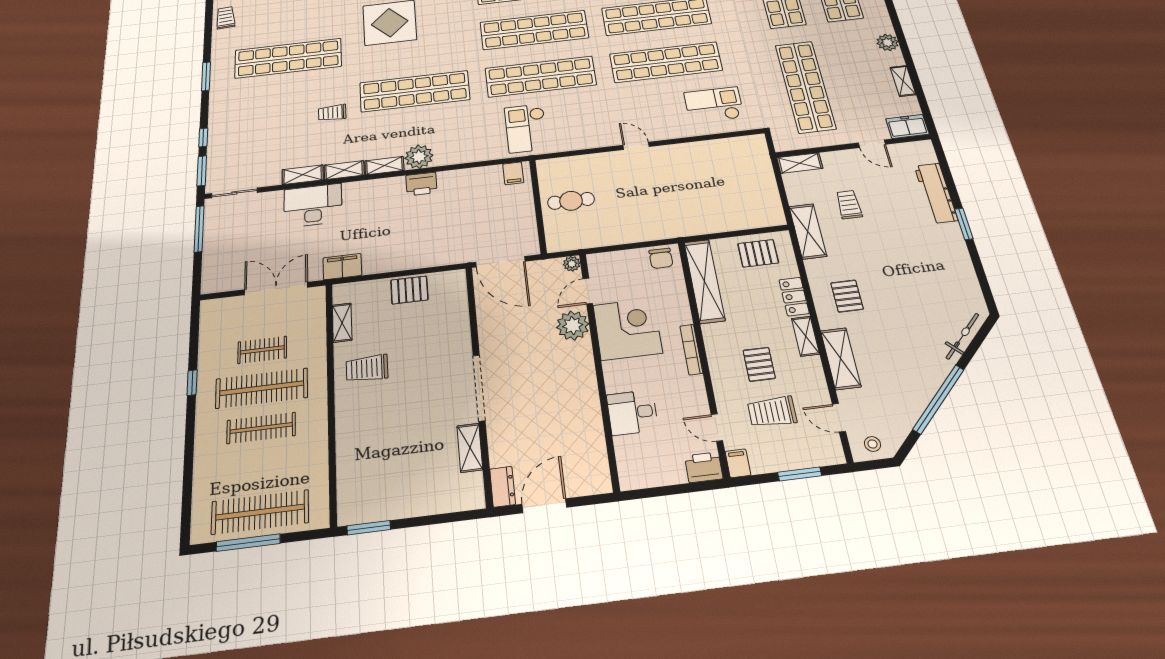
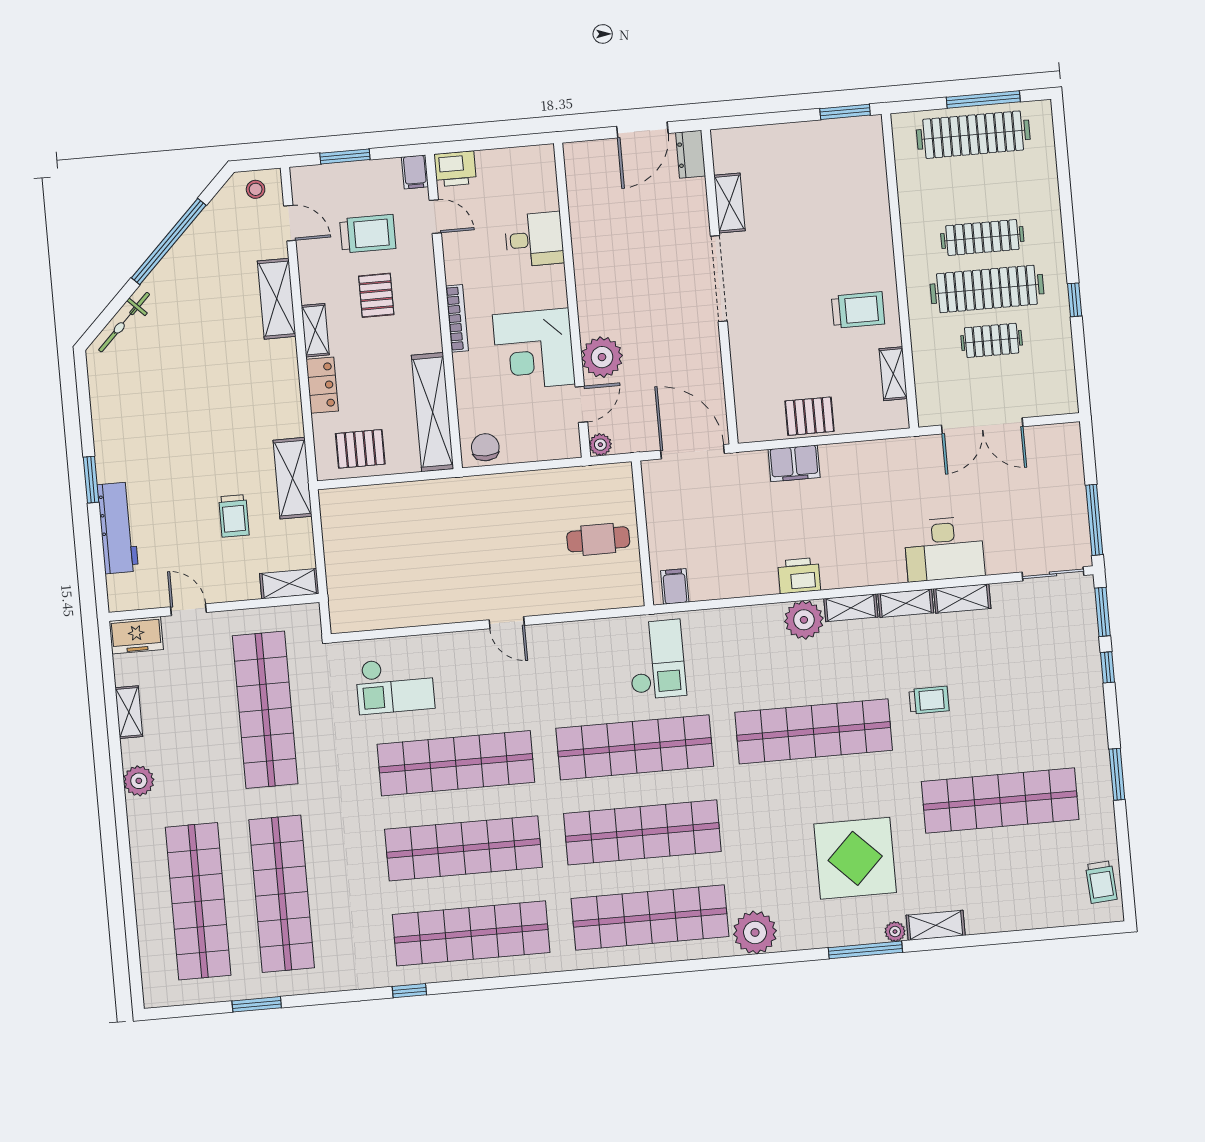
filing cabinet: (342, 267) -> (794, 463), moved
pallet: (847, 296) -> (256, 383), removed

